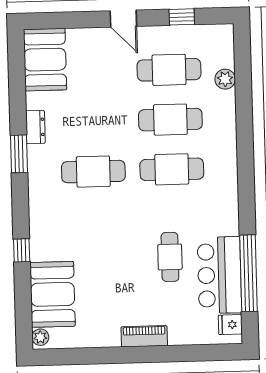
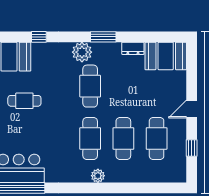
plant: (225, 79) -> (98, 176), moved
dresser: (35, 127) -> (133, 48), moved
plant: (43, 185) -> (82, 52), added
cafe table: (170, 257) -> (24, 101), moved

